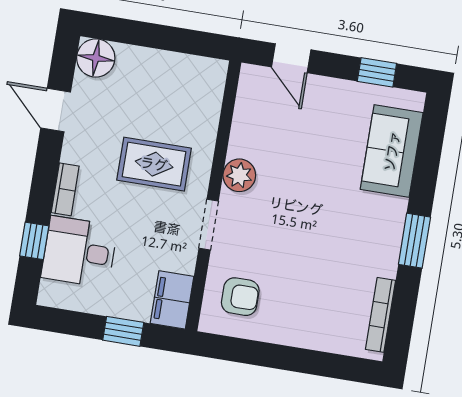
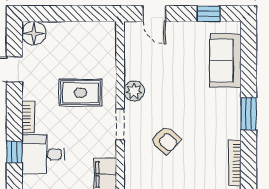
armchair: (240, 297) -> (166, 140), moved, turned 42

